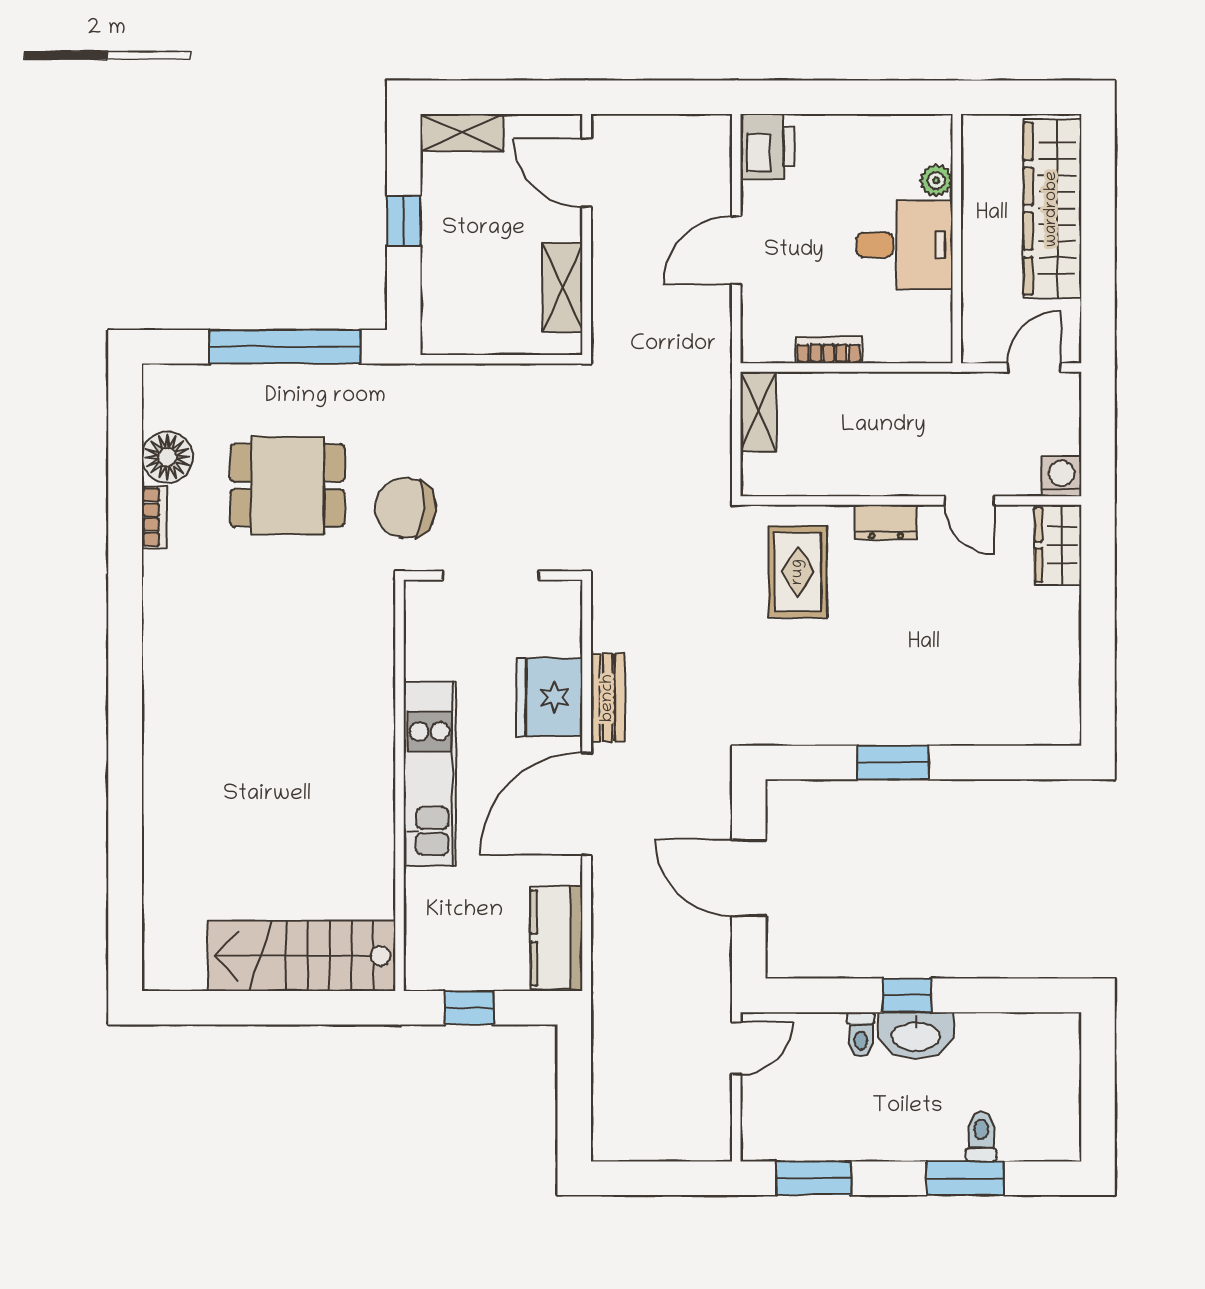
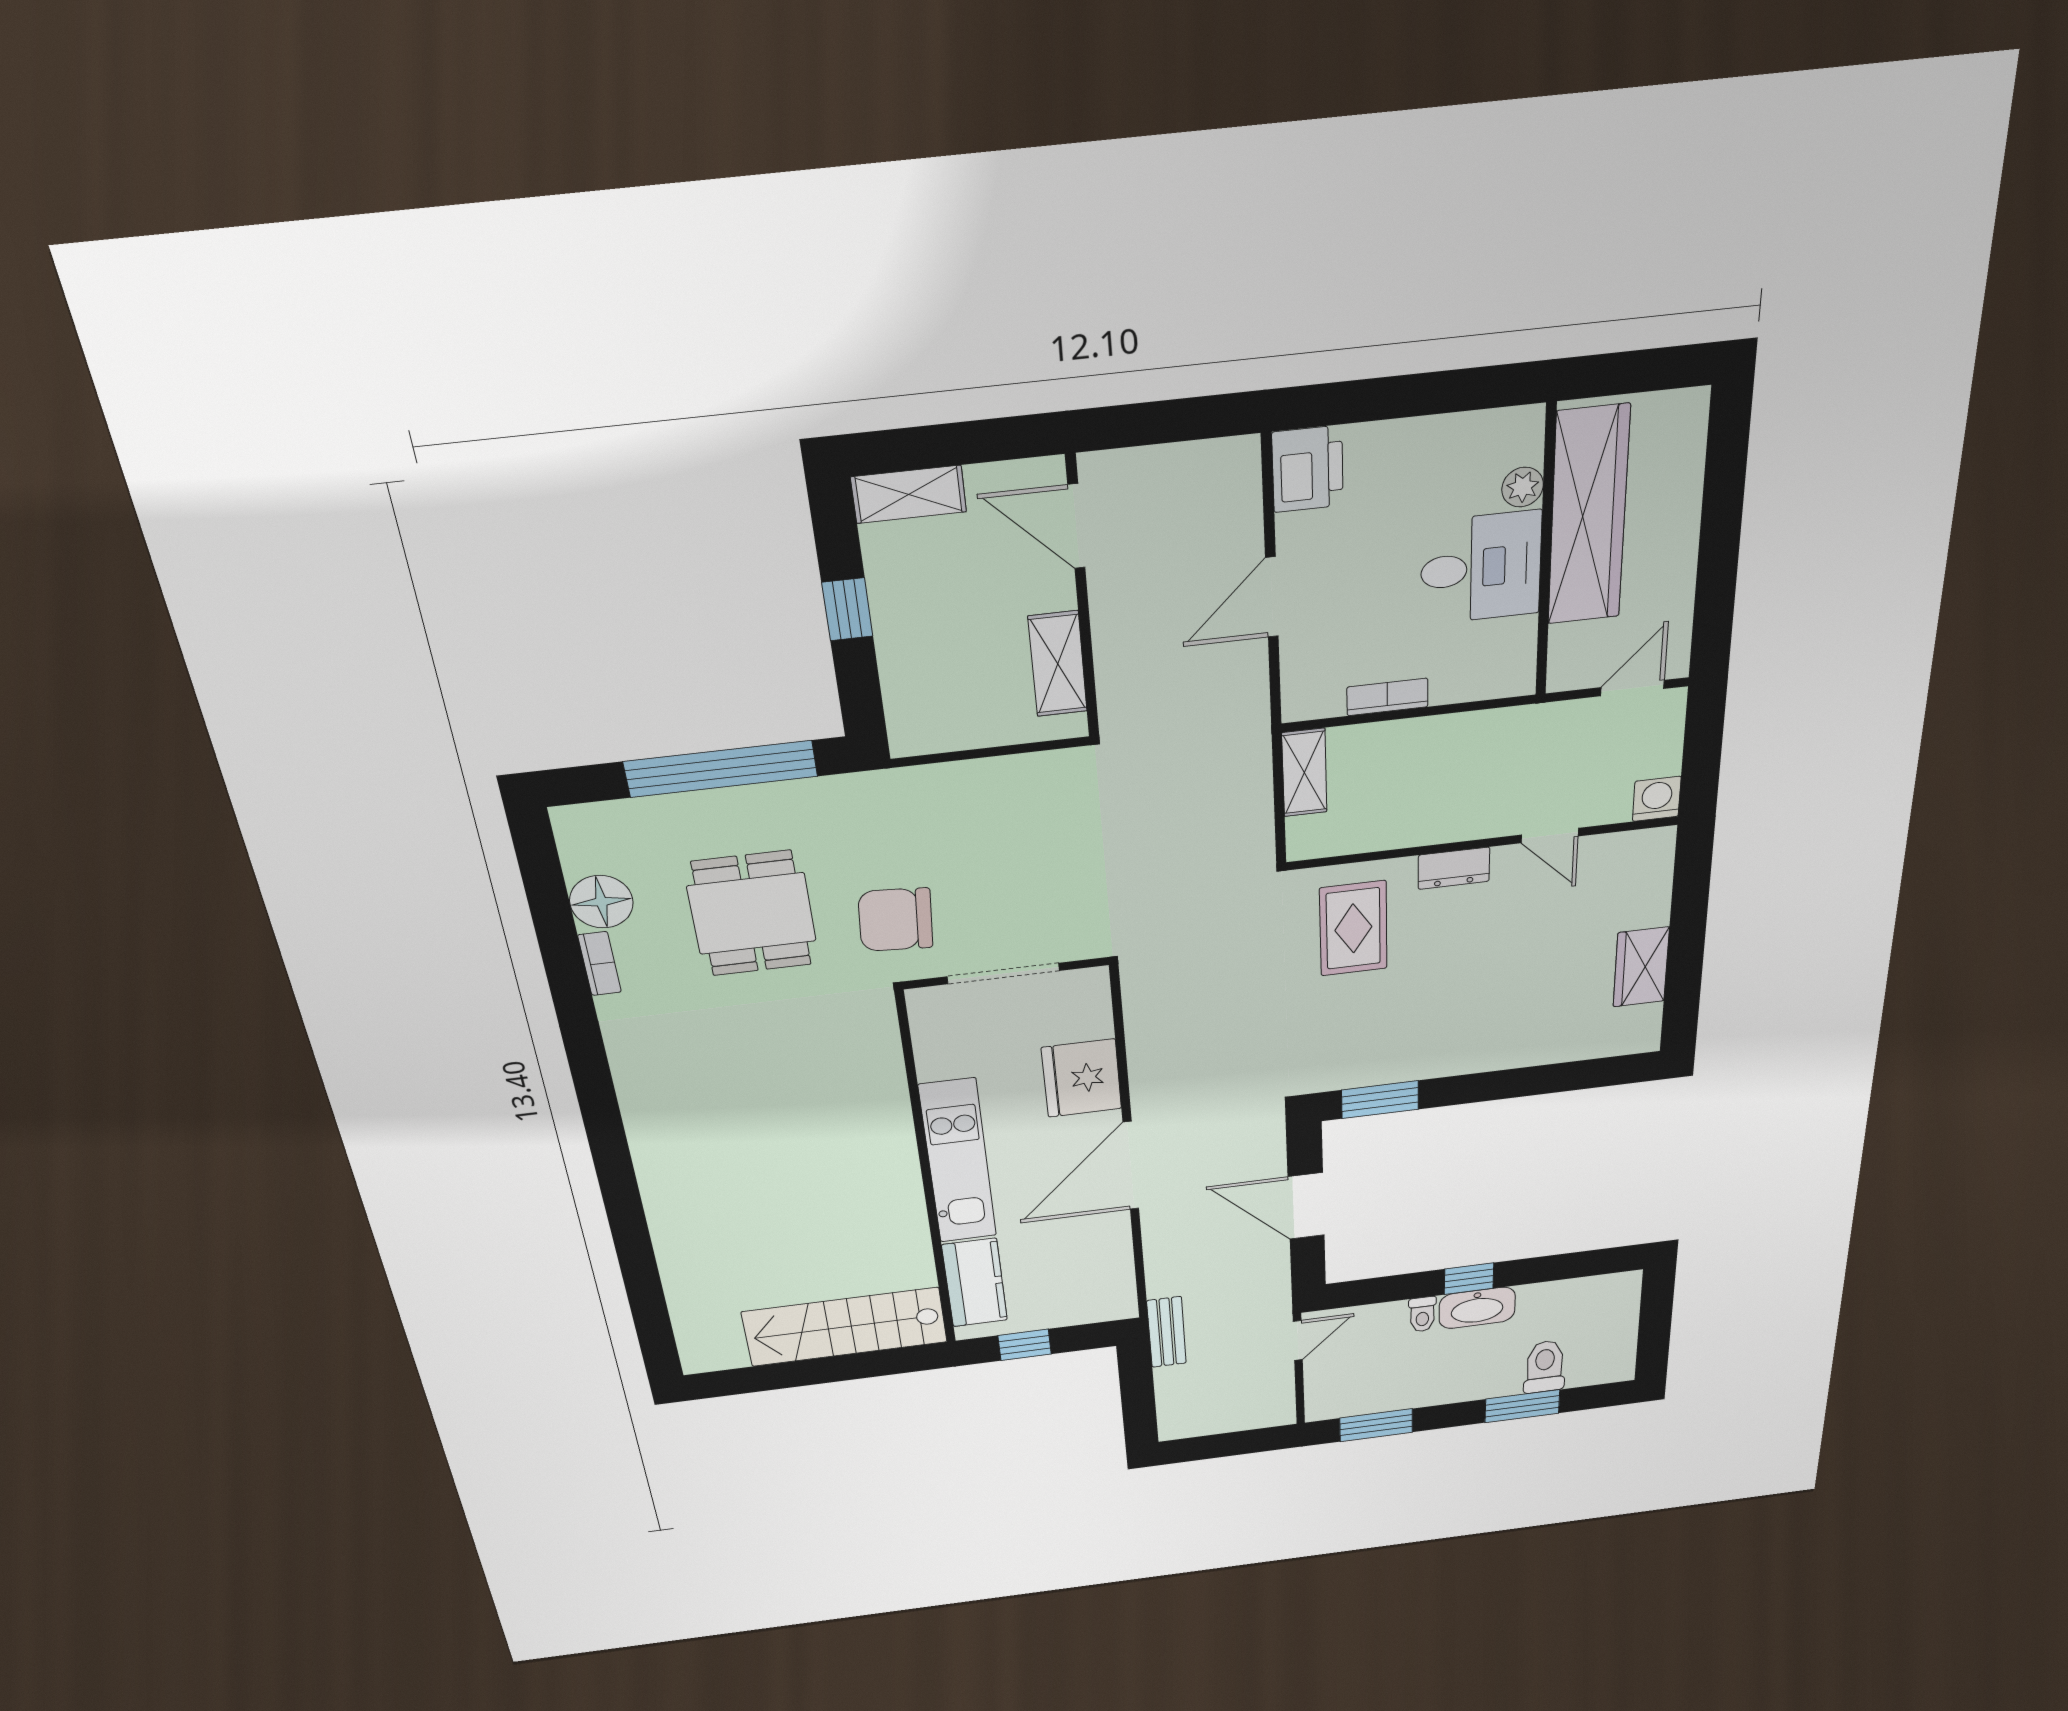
wardrobe: (1052, 209) -> (1588, 516), moved, turned 180
dining table: (287, 485) -> (752, 914), turned 90
wardrobe: (1058, 545) -> (1641, 967), moved
bench: (608, 698) -> (1167, 1332), moved
window: (893, 763) -> (1380, 1100), moved
kitchen counter: (557, 938) -> (975, 1283), moved, turned 180
toilet: (981, 1137) -> (1545, 1367), width x1.37, depth x1.39

